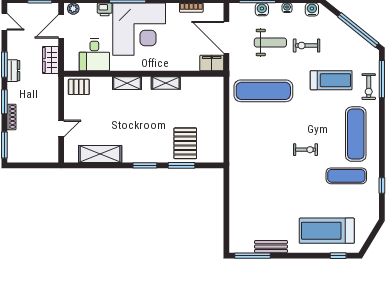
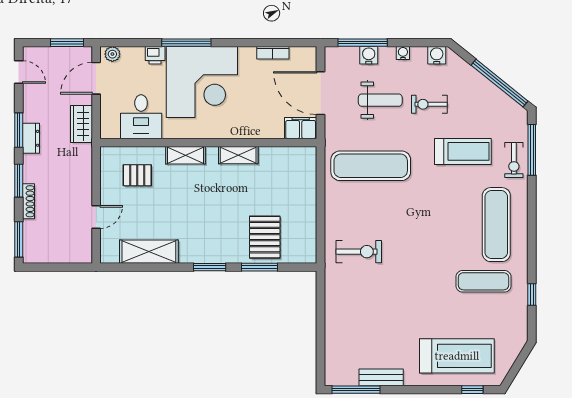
pallet: (79, 87) -> (137, 175), moved
exercise bike: (306, 150) -> (359, 252), moved, width x1.38, depth x1.39
treadmill: (327, 231) -> (457, 356), turned 180

